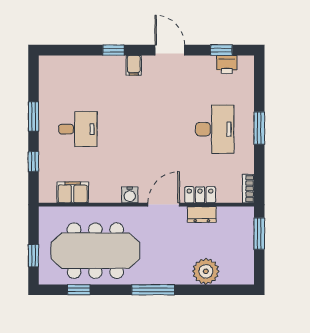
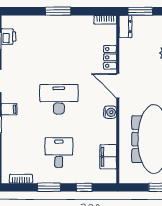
bookcase: (44, 81) -> (21, 179), added
desk: (215, 129) -> (59, 99), moved
dresser: (202, 214) -> (125, 26), moved

